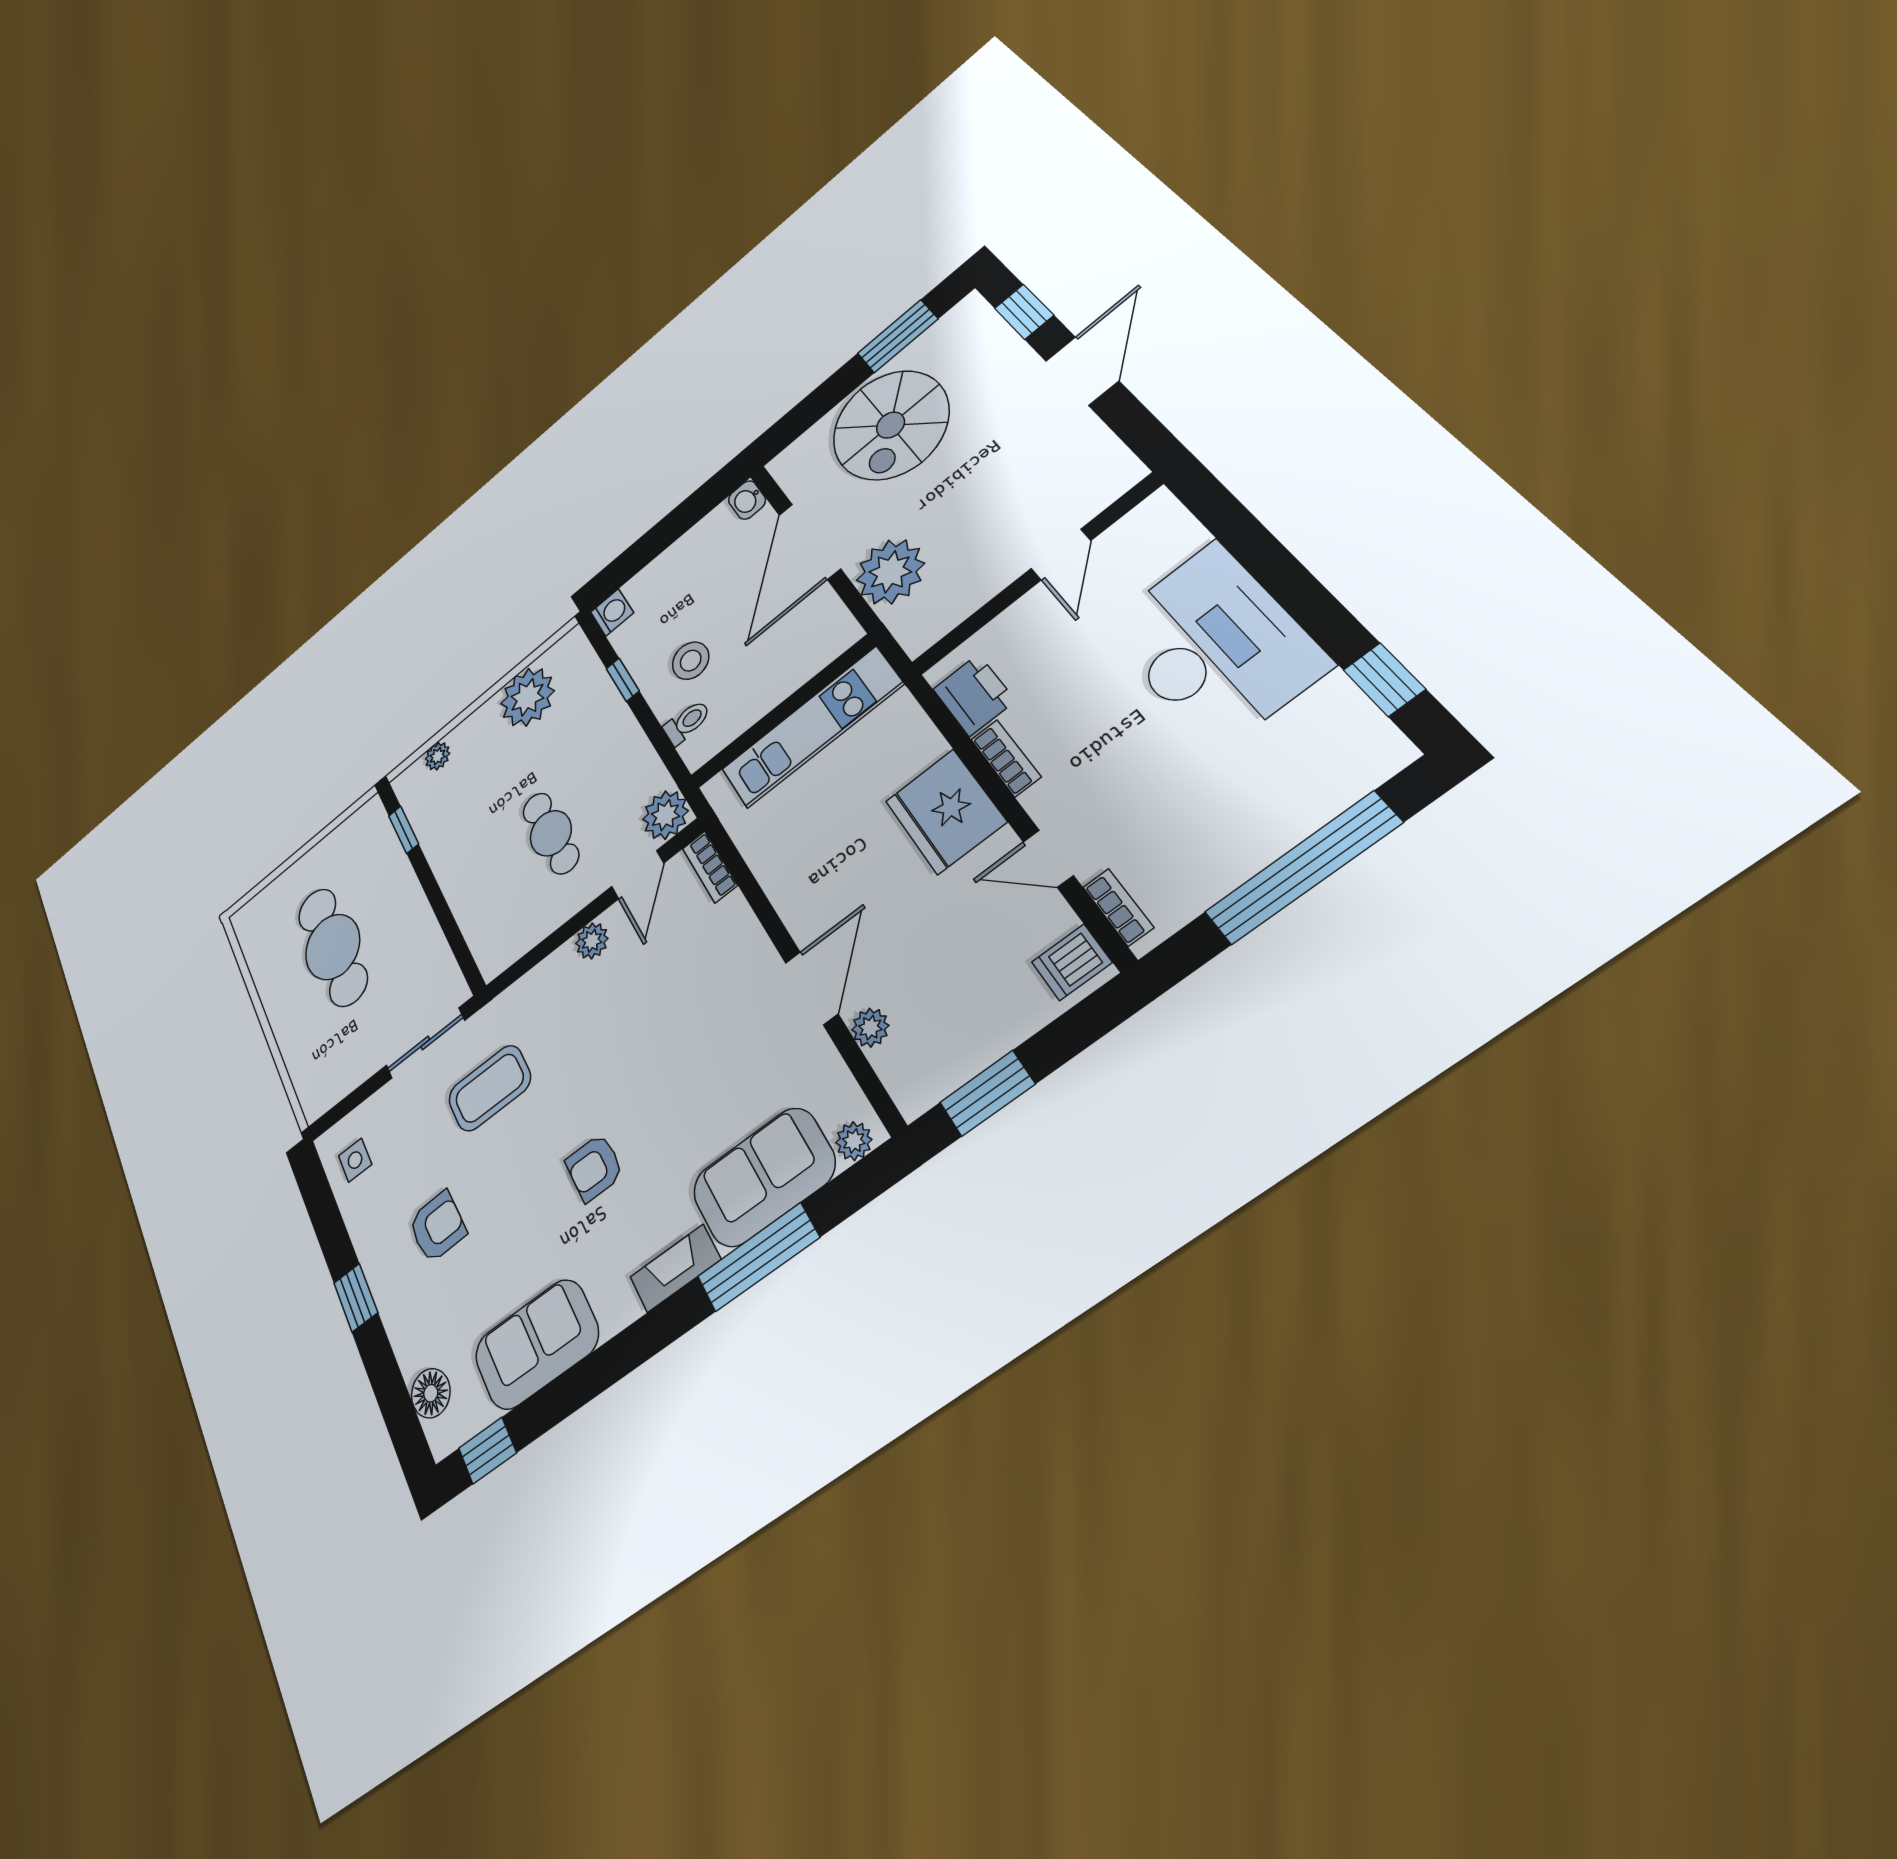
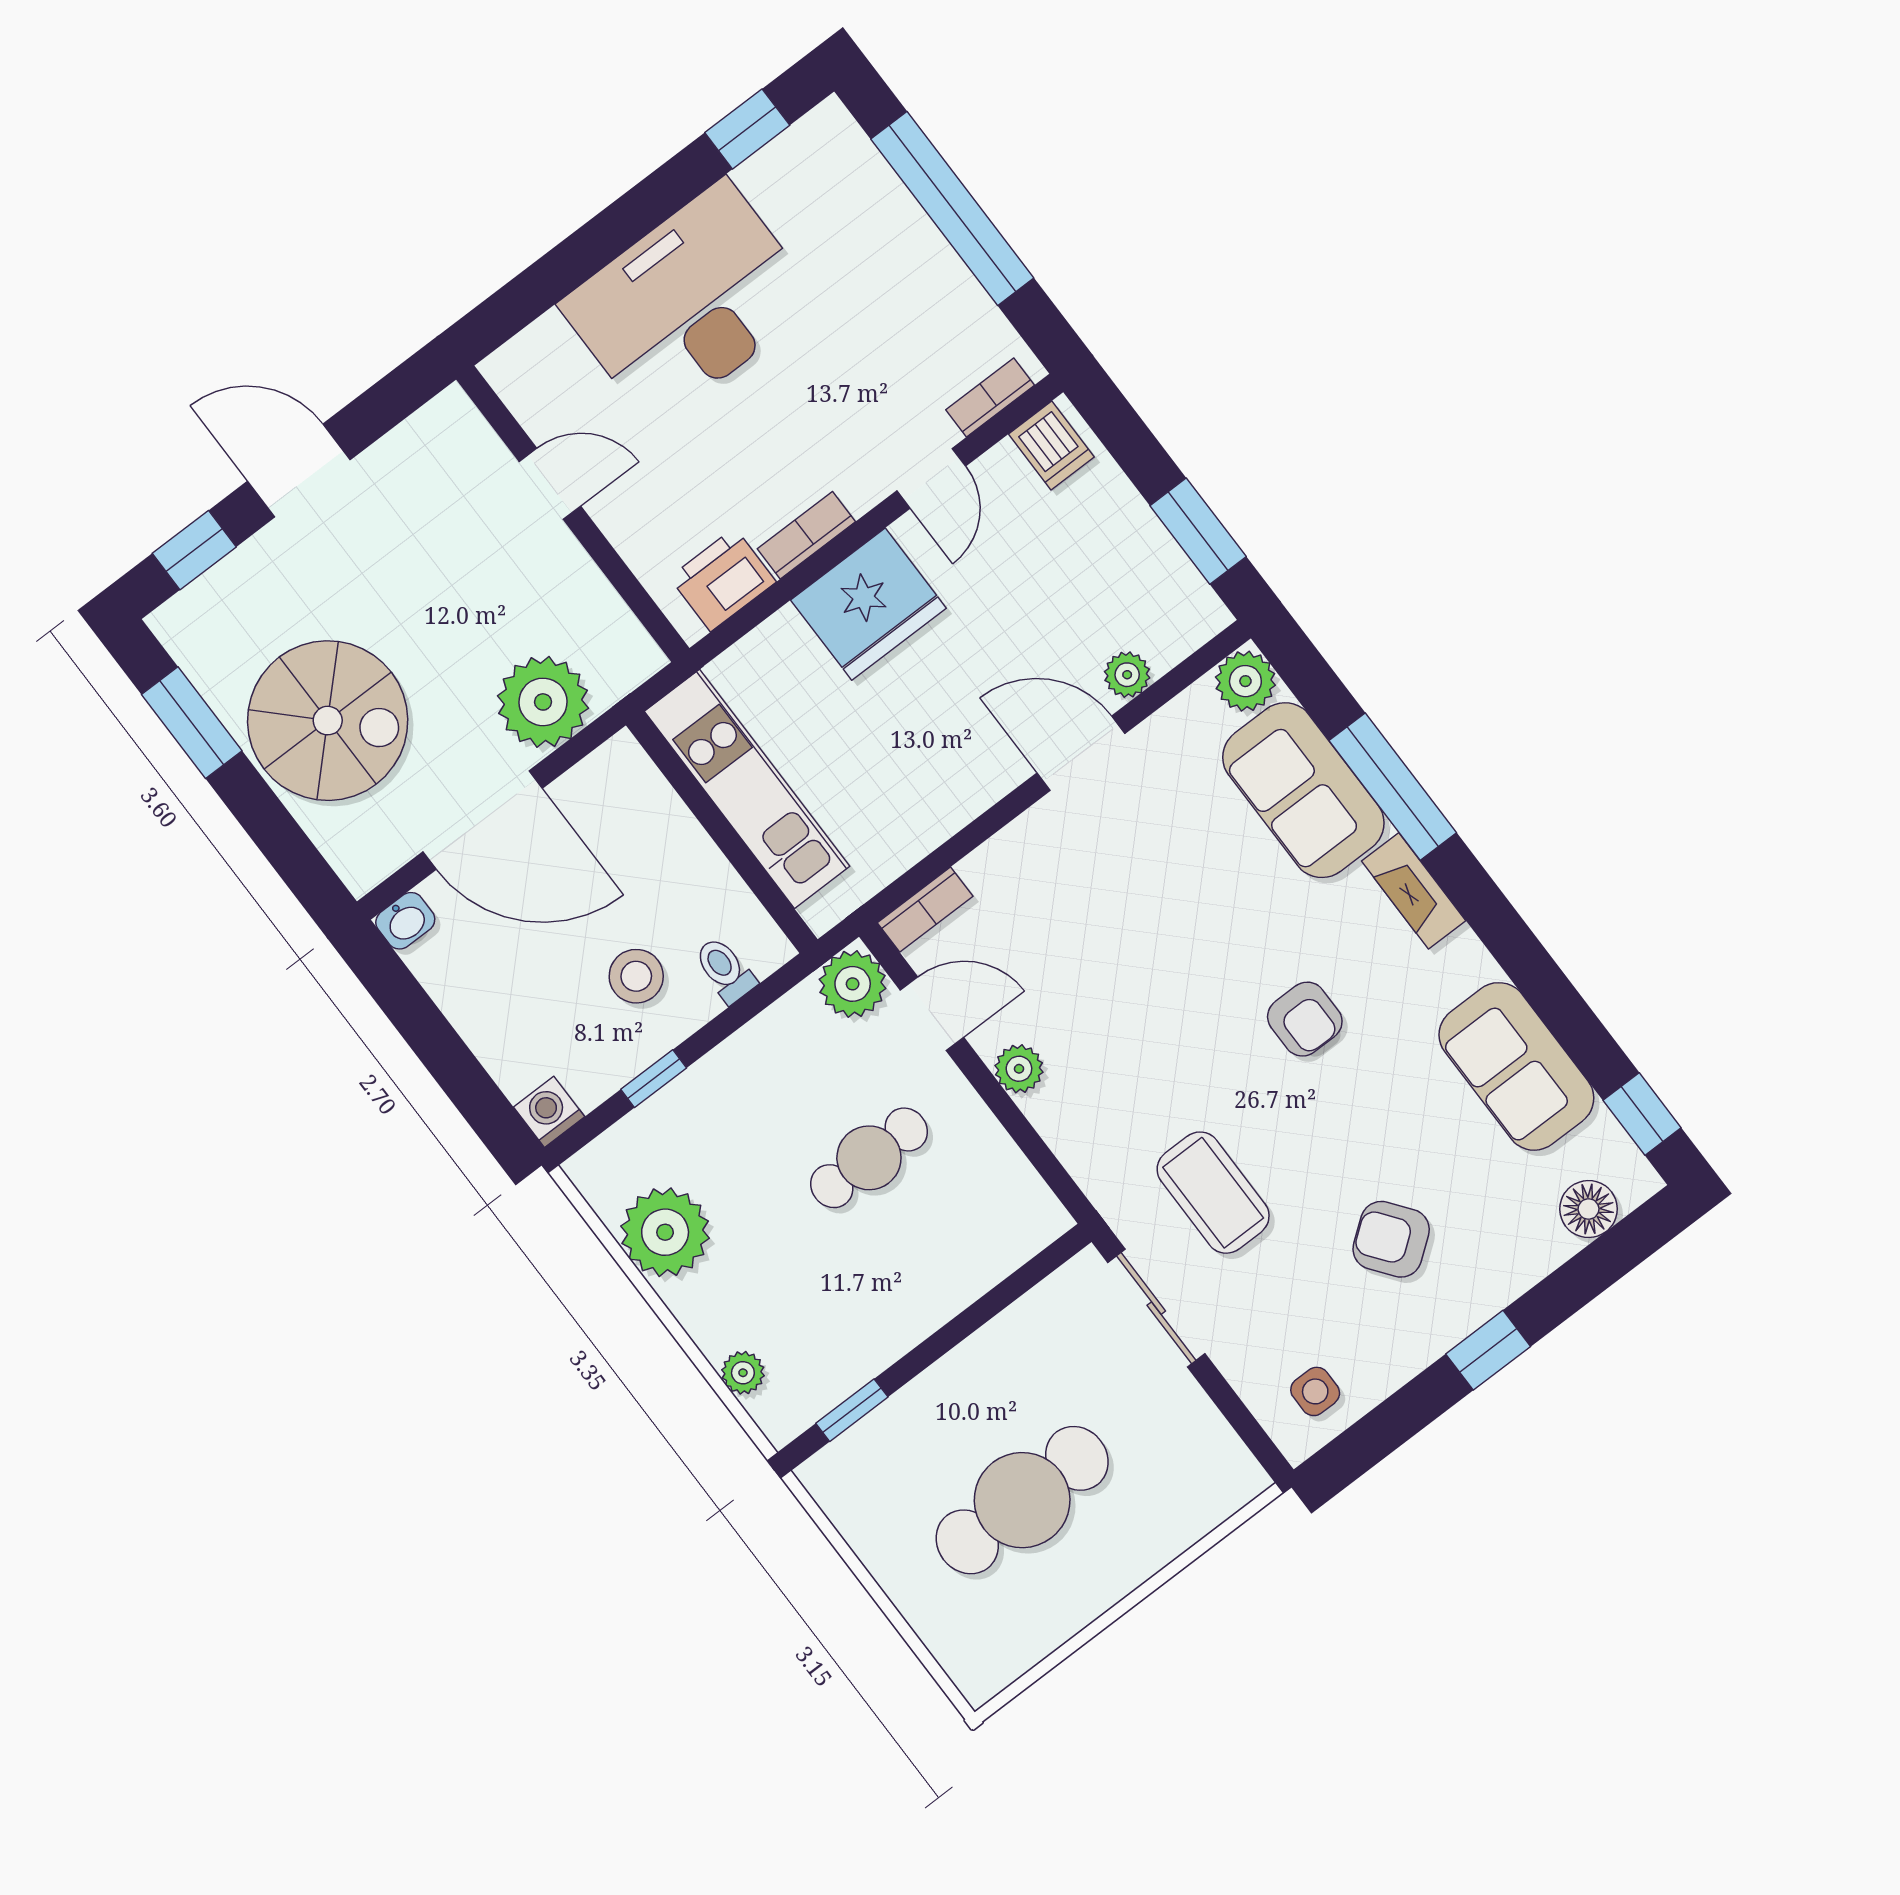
plant: (854, 1141) -> (1245, 681), width x1.38, depth x1.38
armchair: (438, 1227) -> (1391, 1239), turned -35

